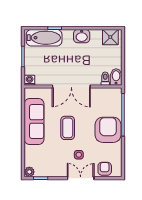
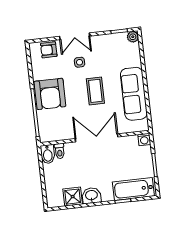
shower: (110, 37) -> (73, 197), moved
armchair: (105, 169) -> (49, 50), turned 90

